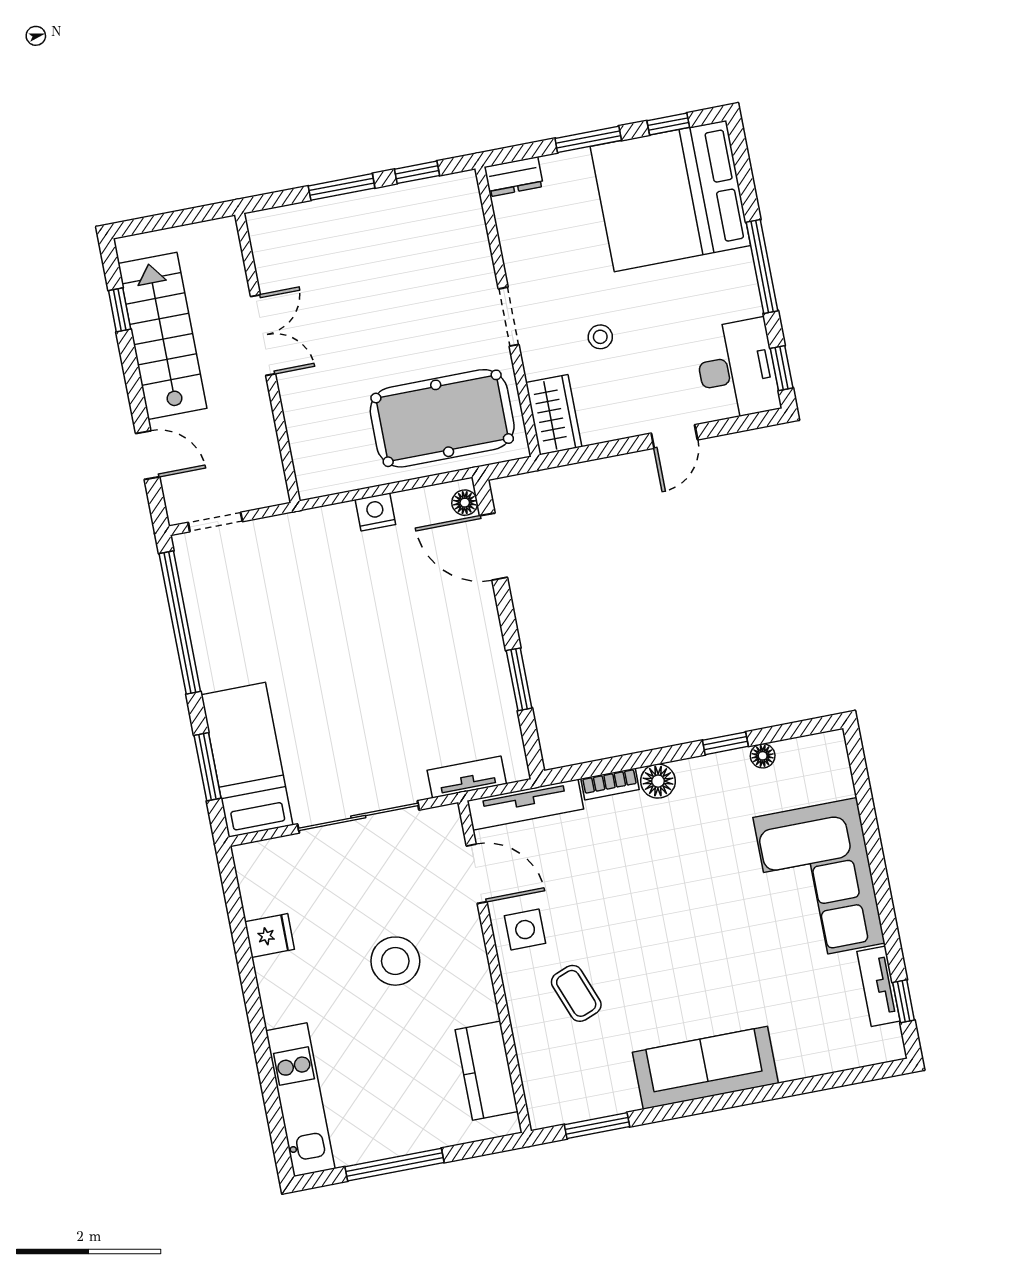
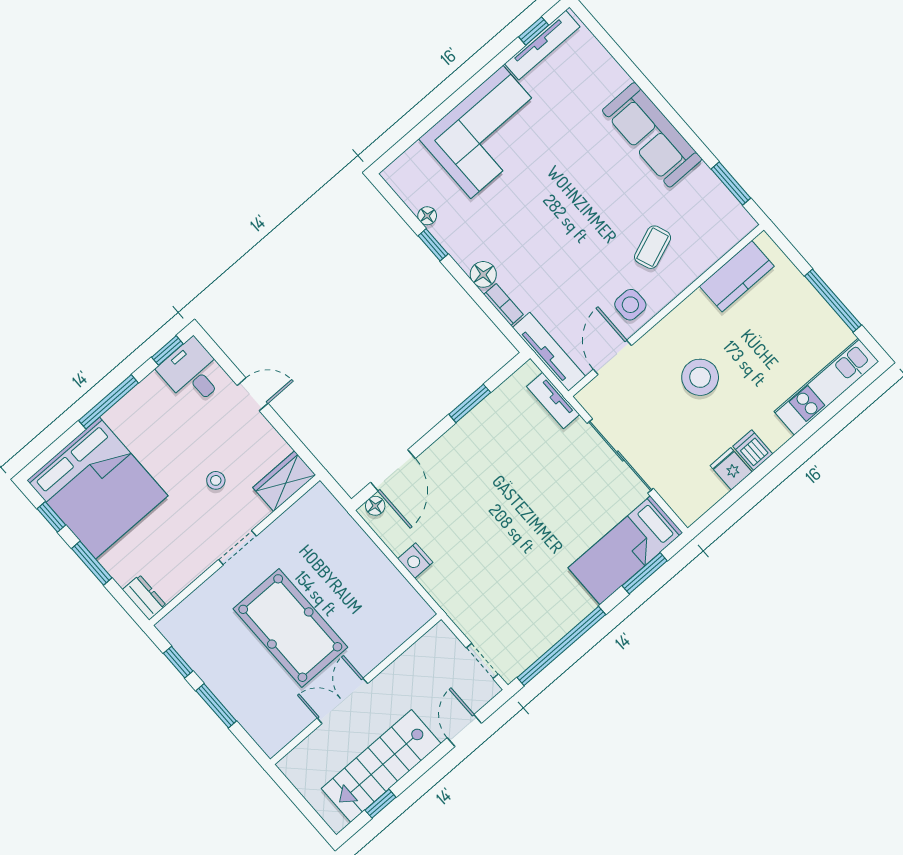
desk: (737, 369) -> (192, 373), width x0.73
pool table: (442, 418) -> (290, 628), moved
dishwasher: (277, 973) -> (753, 450), added
tv unit: (878, 986) -> (542, 45), width x1.41

